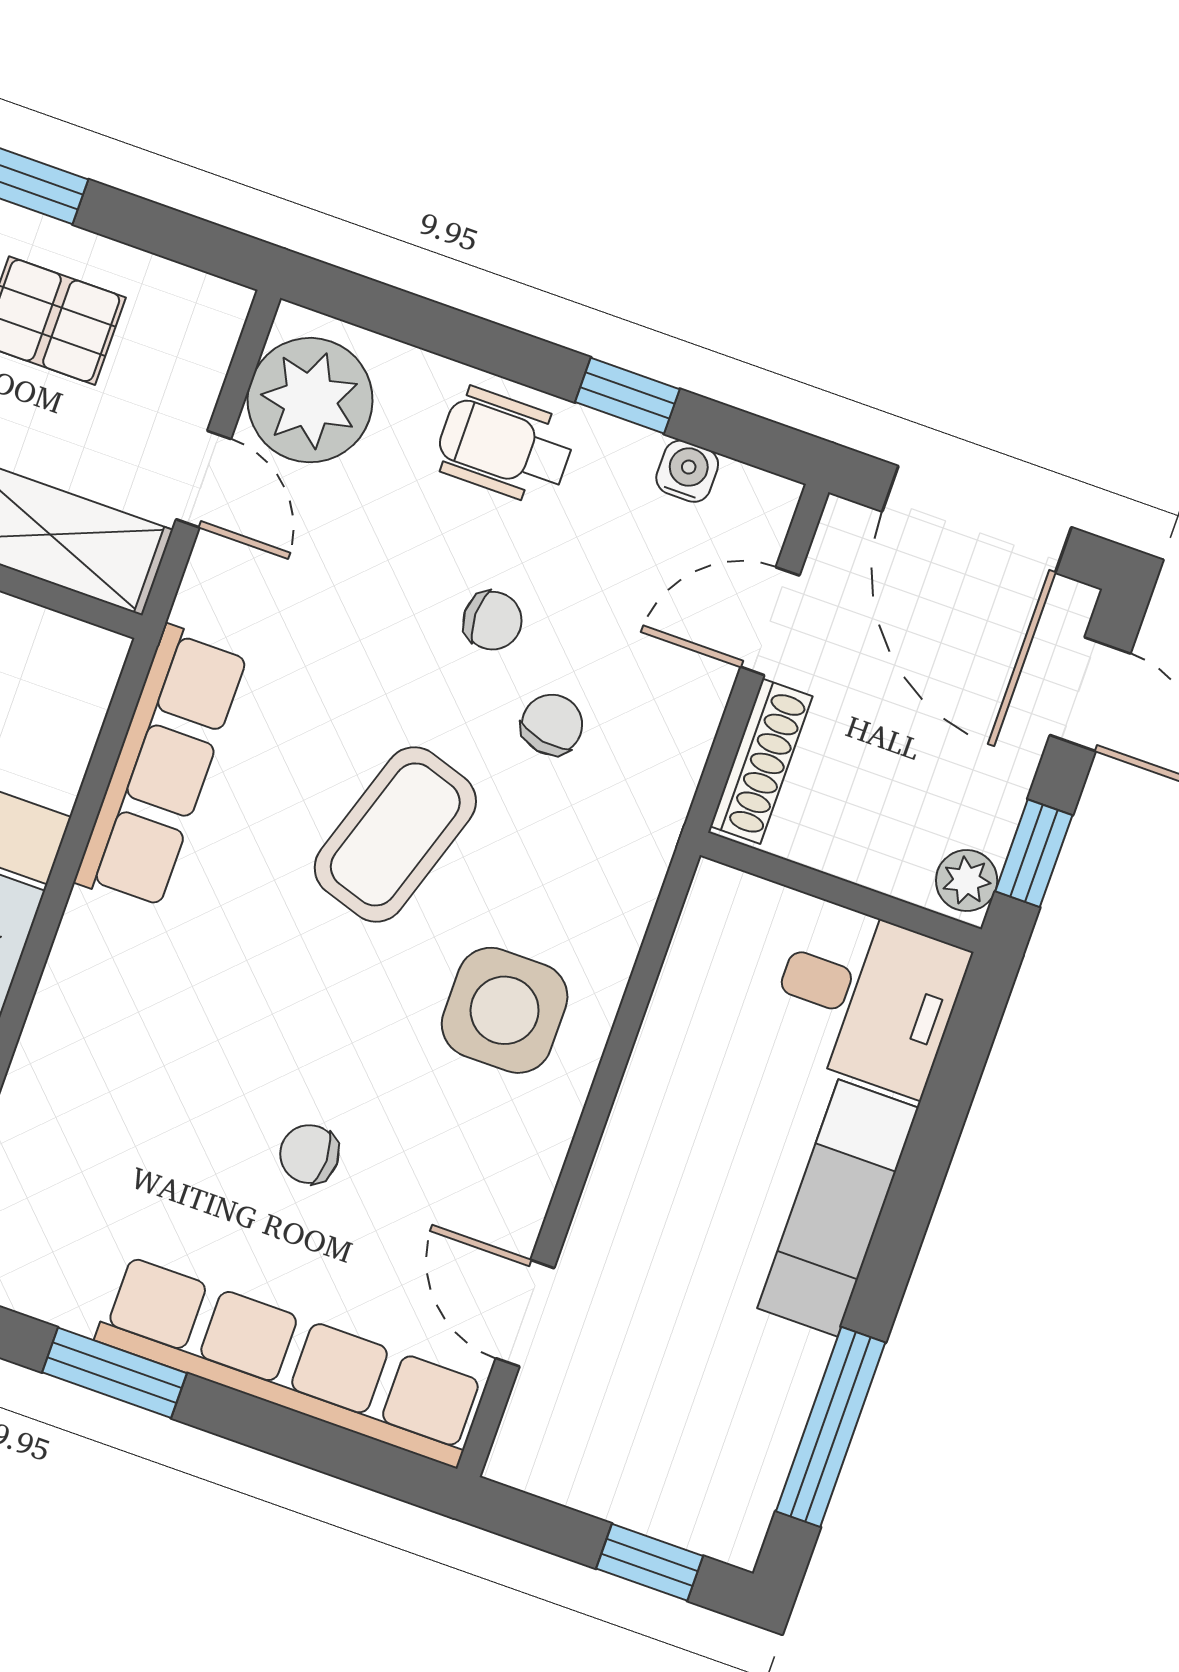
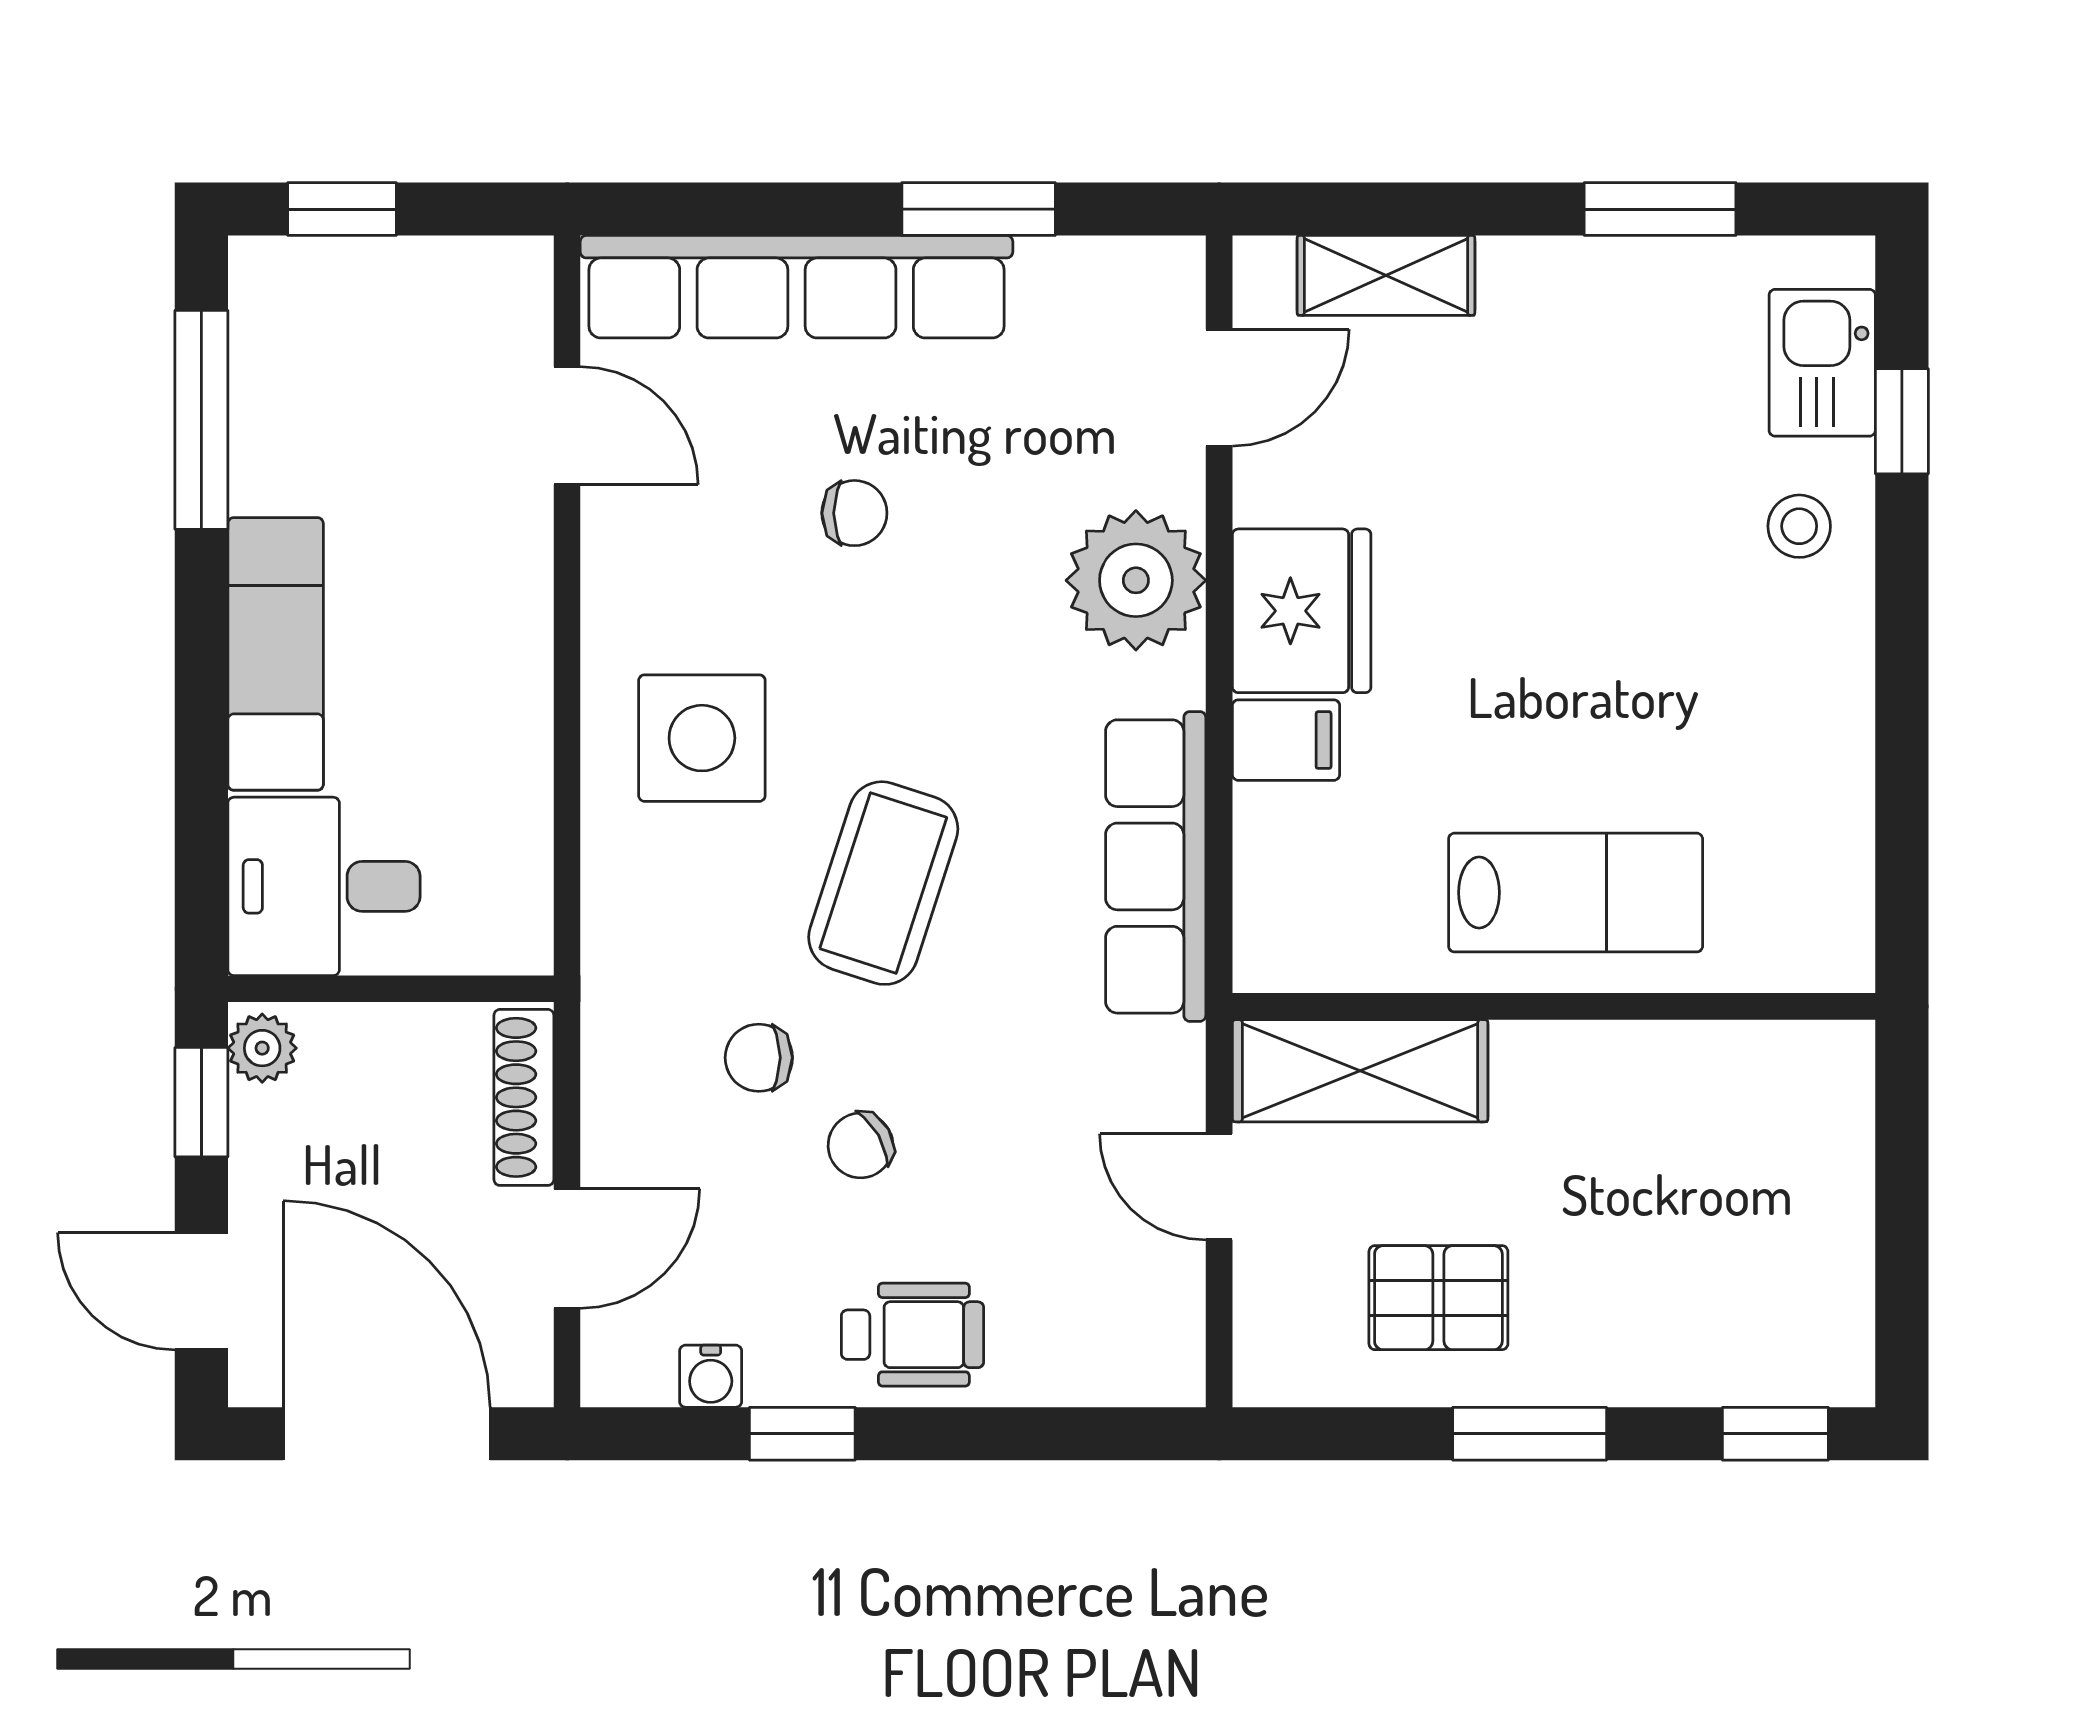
plant: (310, 400) -> (1136, 580), moved
chair: (493, 621) -> (861, 1145), turned -30
chair: (552, 725) -> (759, 1058), turned 80

